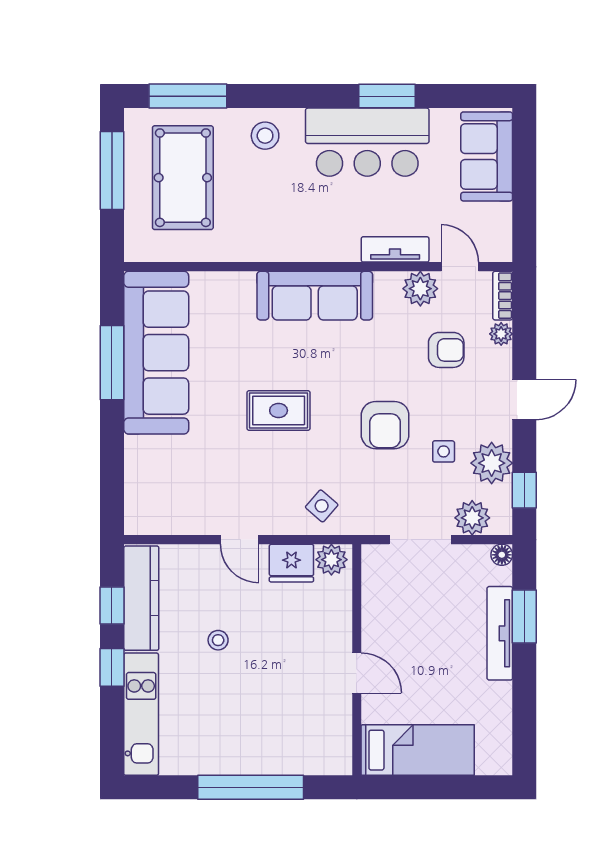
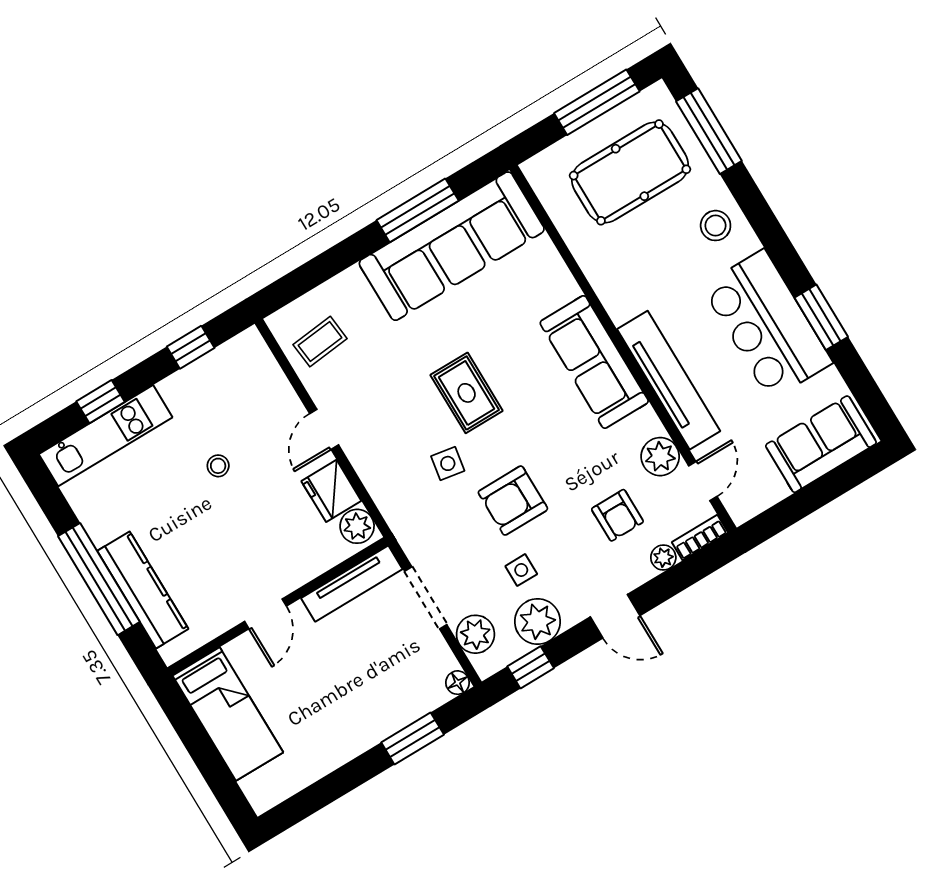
tv unit: (395, 249) -> (669, 380), width x1.92, depth x1.29
coffee table: (169, 501) -> (320, 342), added
side table: (322, 506) -> (448, 463), moved, turned -31
kitchen counter: (141, 598) -> (143, 590), moved, turned -90
tv unit: (500, 633) -> (352, 584), moved, turned 180
window: (112, 667) -> (101, 402), moved

